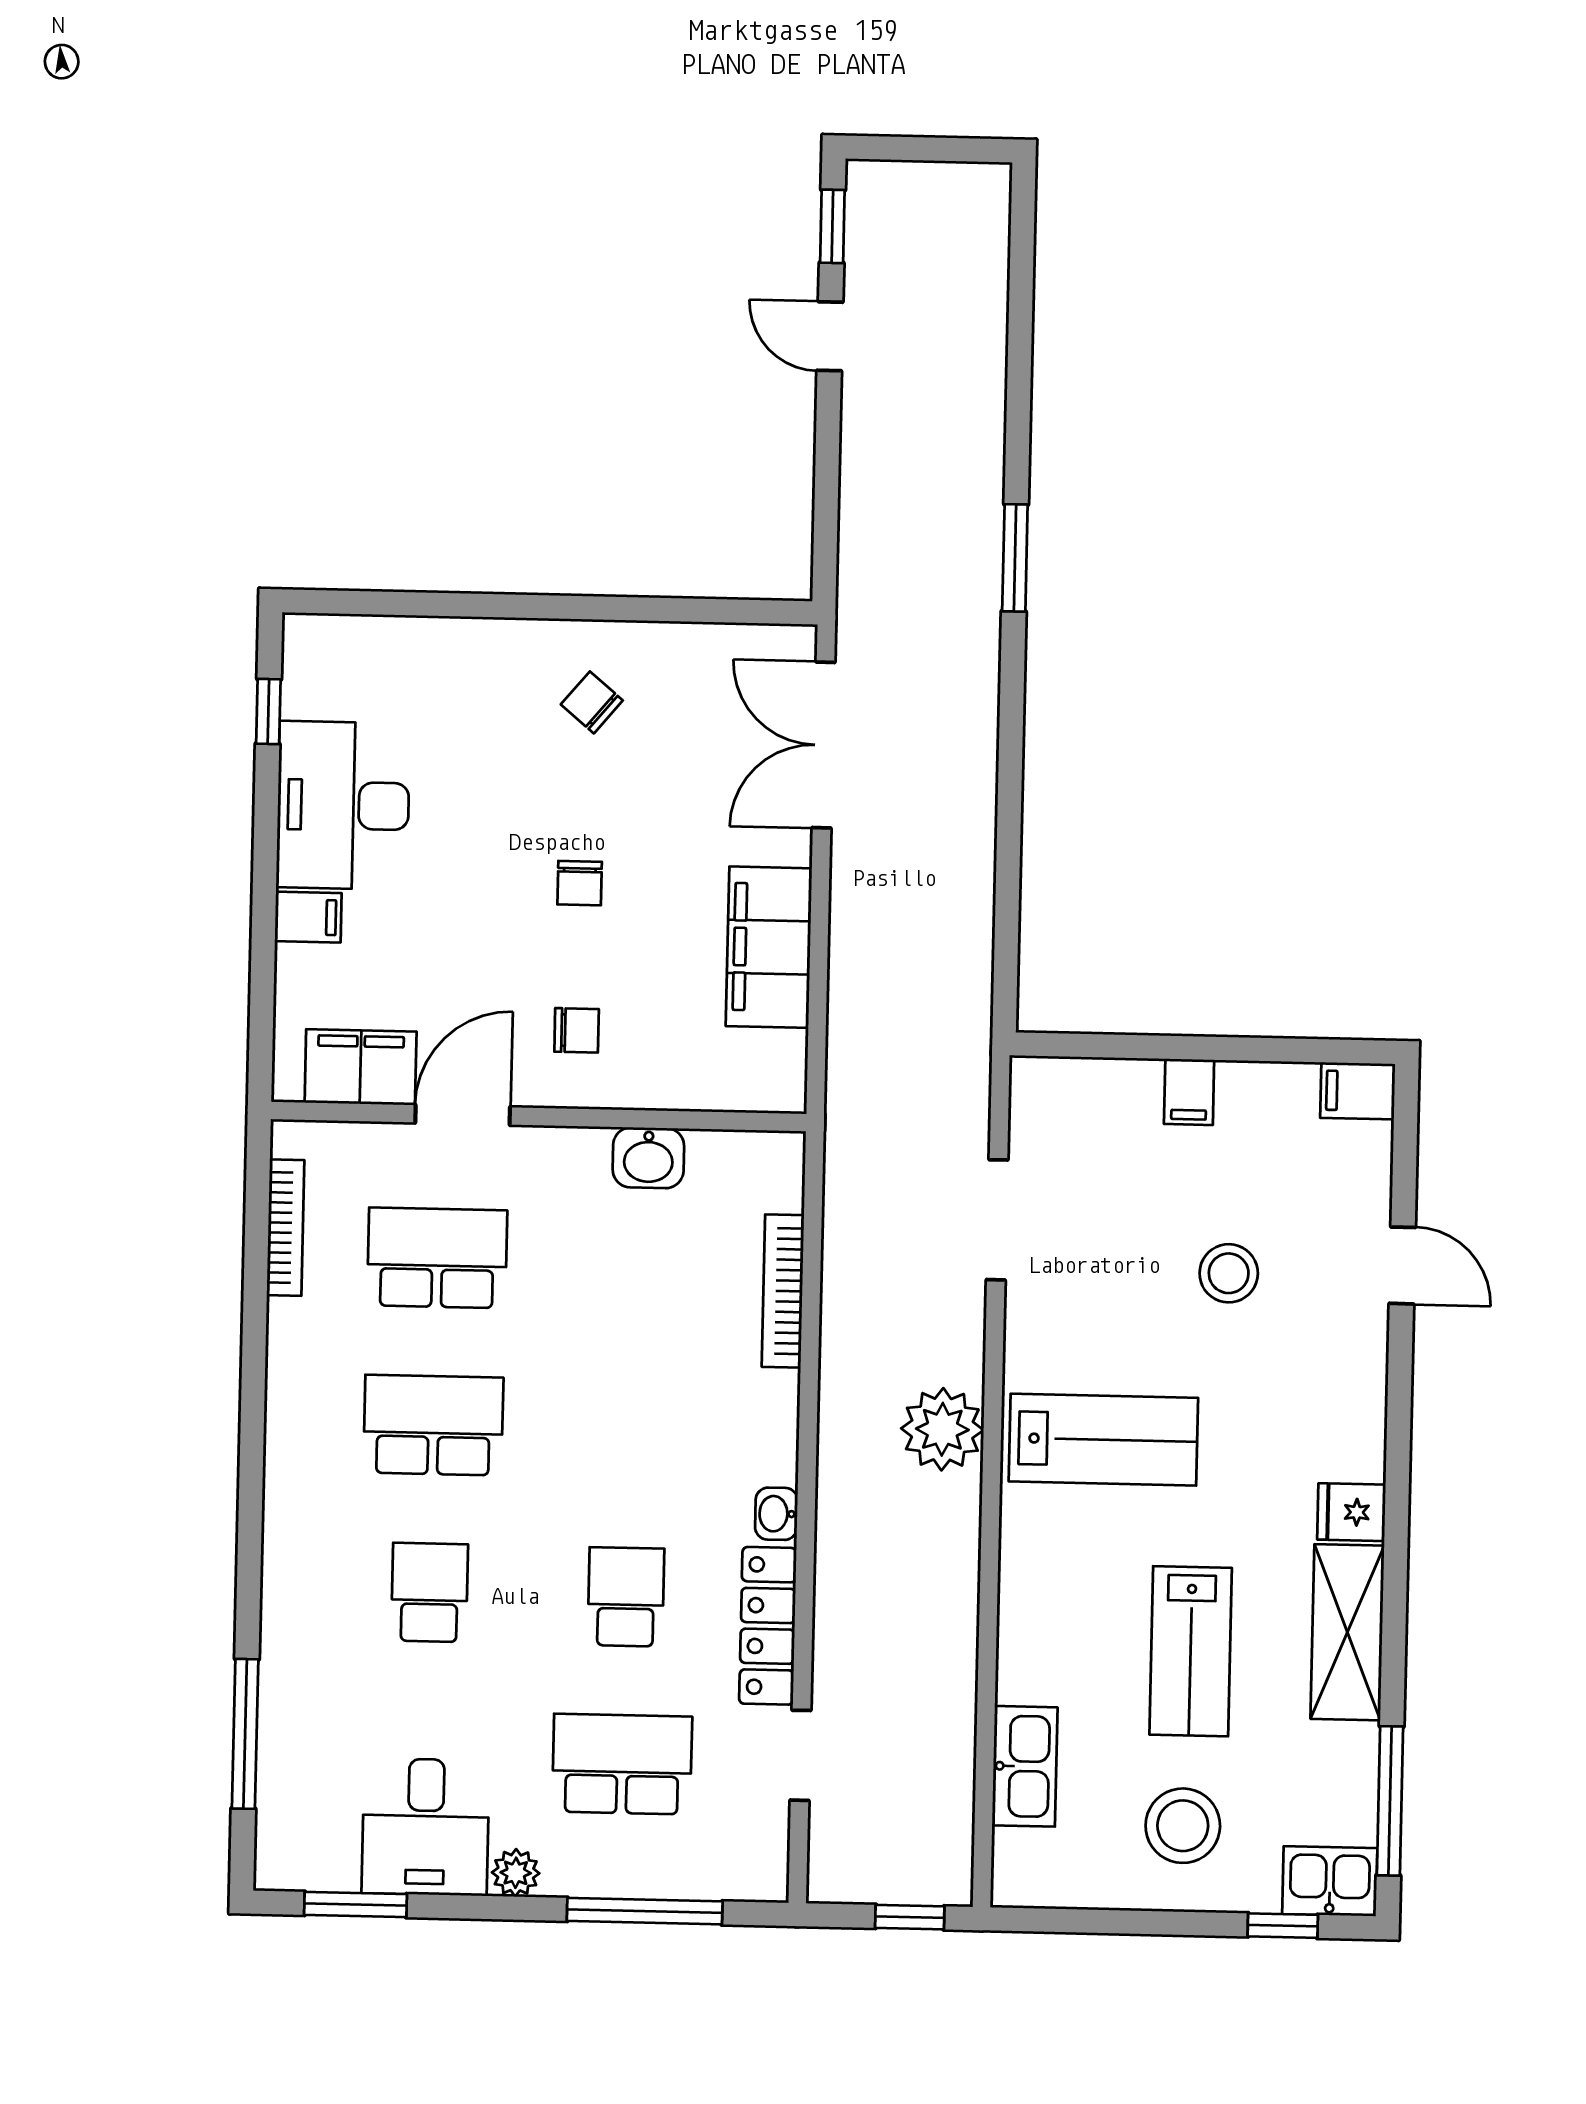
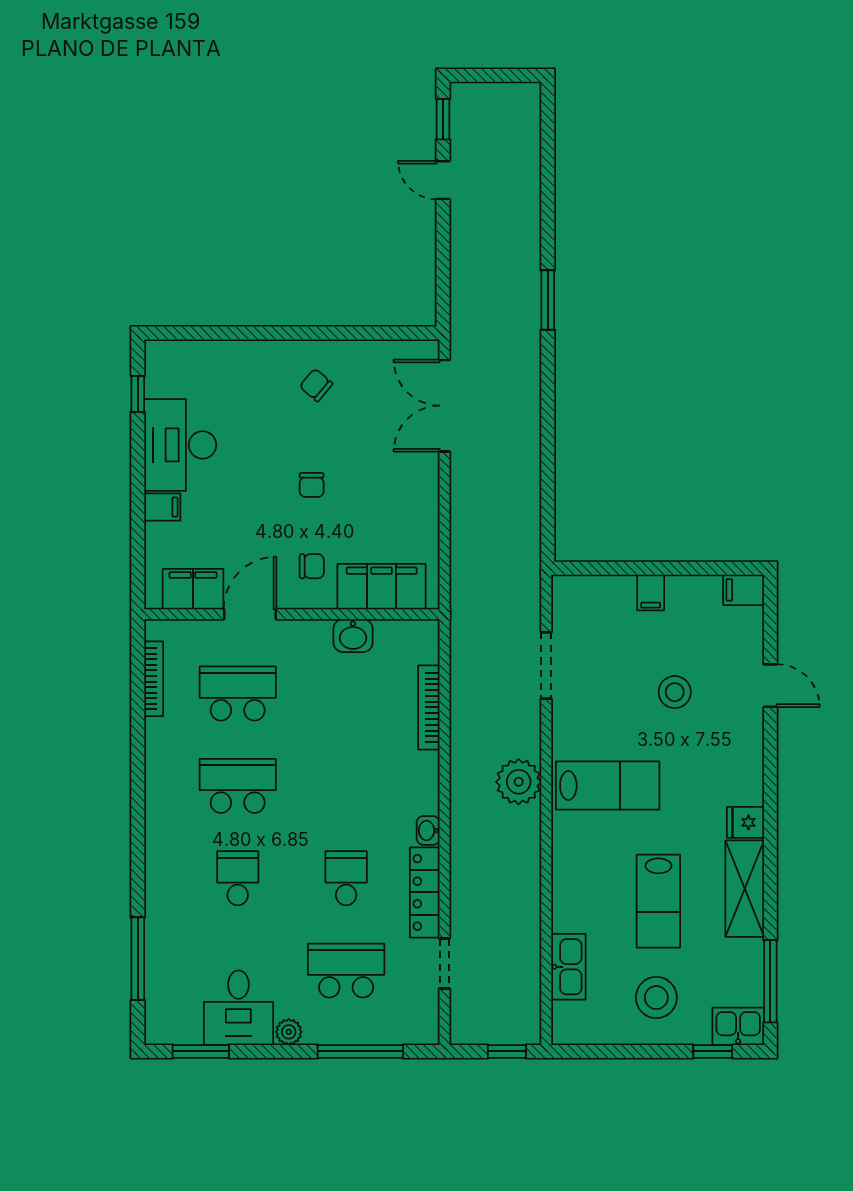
filing cabinet: (769, 947) -> (382, 587), moved, turned 90

